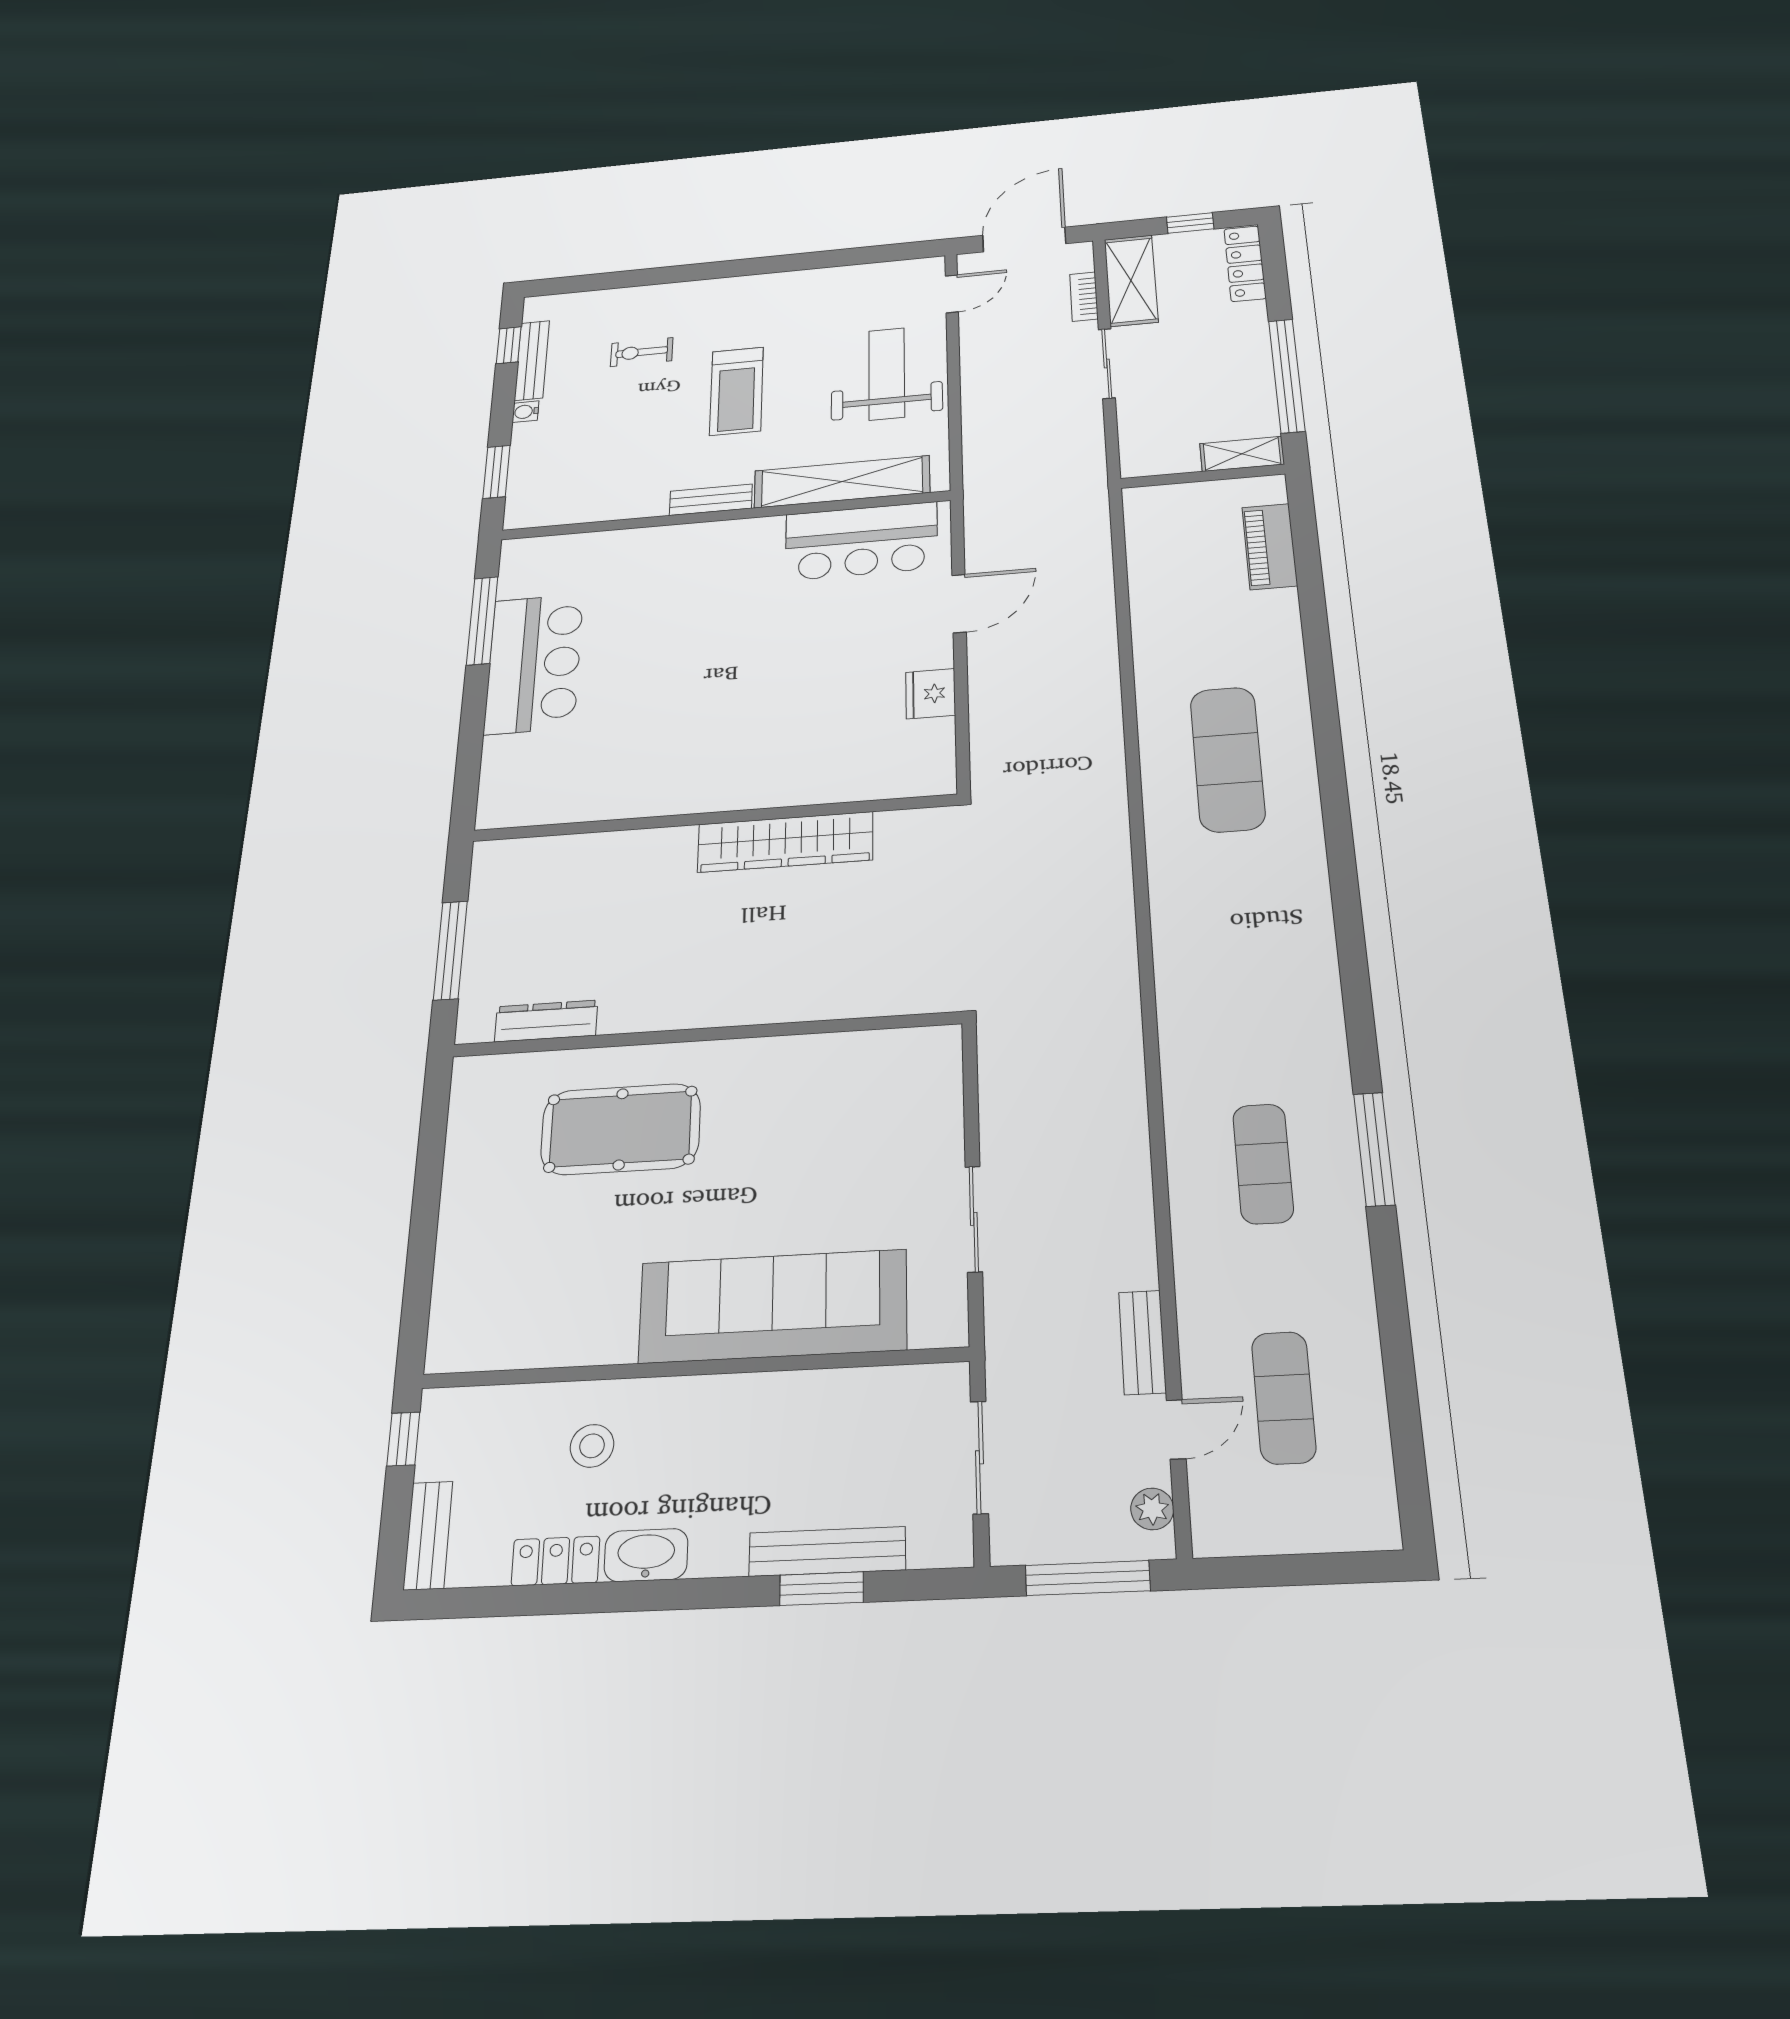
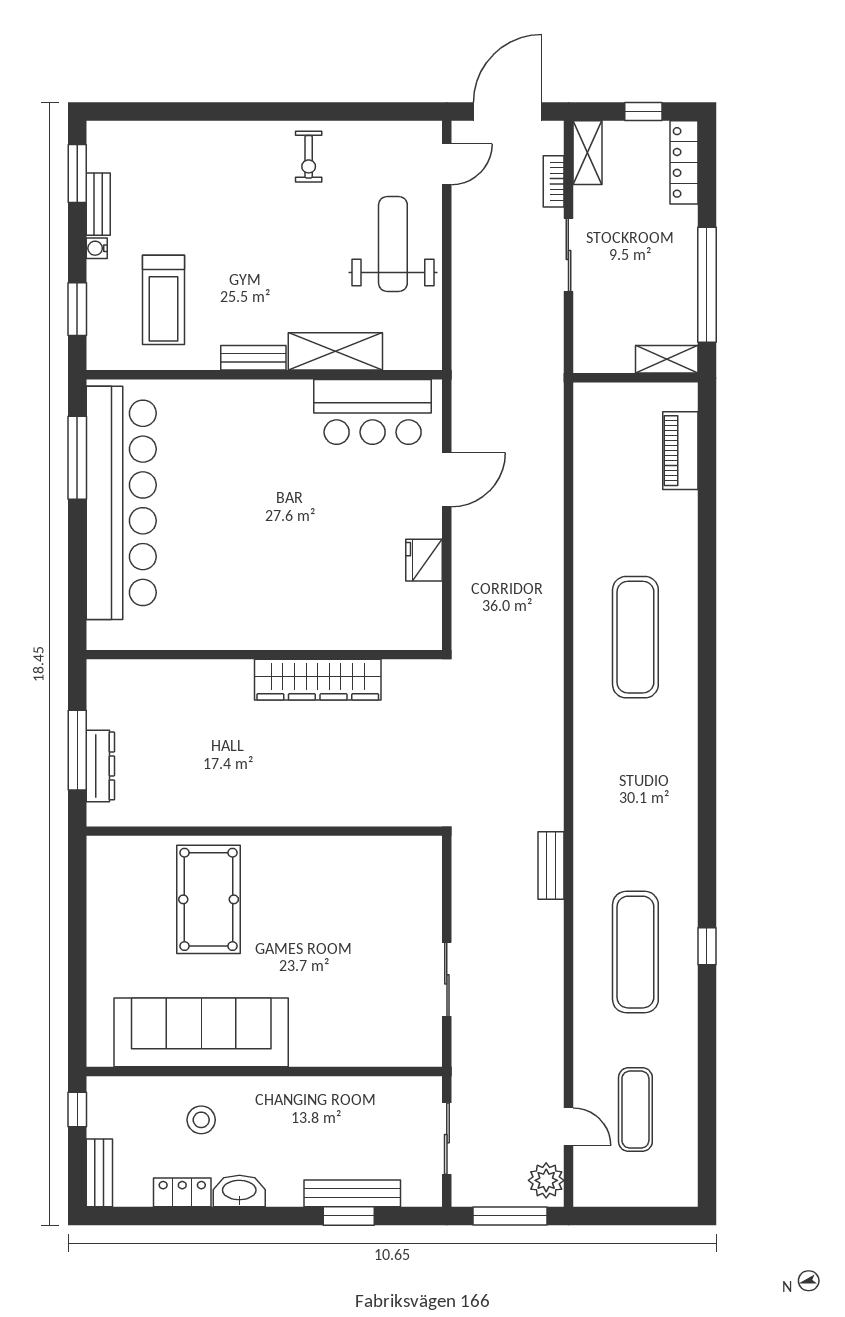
shelving: (1131, 280) -> (587, 153), width x0.67, depth x0.75
window: (509, 345) -> (77, 174), width x1.50
exercise bike: (642, 352) -> (309, 157), moved, turned -90
bench: (532, 360) -> (98, 204), width x0.73
treadmill: (736, 391) -> (164, 300), moved
shelving: (842, 482) -> (335, 351), width x0.68
bar counter: (534, 664) -> (121, 503), width x1.86
dresser: (546, 1021) -> (100, 766), moved, turned 90
pool table: (621, 1129) -> (209, 899), turned 90
window: (1374, 1149) -> (707, 946), width x0.46
exercise mat: (1263, 1164) -> (635, 952), width x1.36, depth x1.45
sofa: (773, 1306) -> (201, 1032), moved
bench: (1142, 1342) -> (551, 865), moved
door: (1176, 1429) -> (568, 1127), hinge flipped
plant: (1152, 1509) -> (546, 1180), width x1.38, depth x1.38

